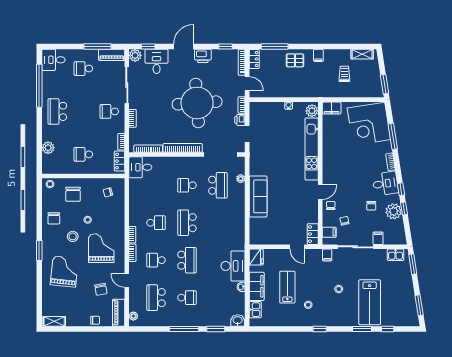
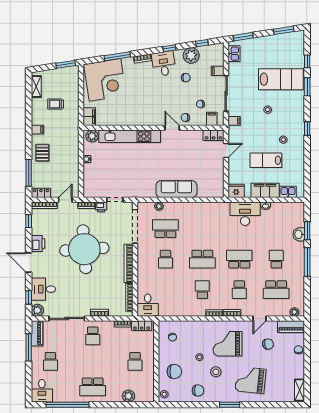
window: (404, 208) -> (202, 43), moved
washbasin: (238, 321) -> (299, 234), moved

